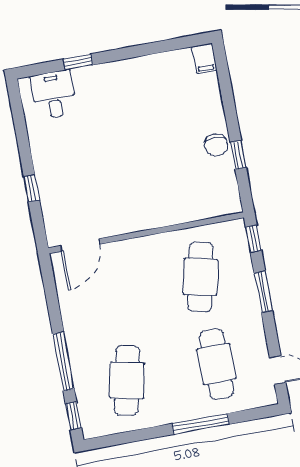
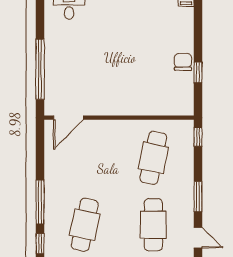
chair: (216, 145) -> (183, 62), turned 180
window: (32, 188) -> (40, 69), width x3.17
window: (263, 292) -> (198, 197), moved

